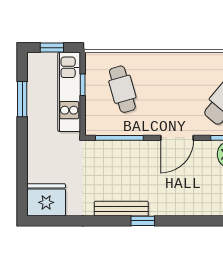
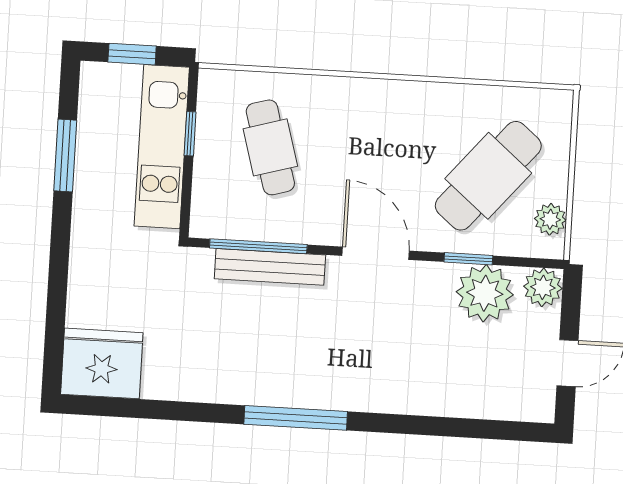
door: (177, 138) -> (376, 253), swing flipped
bench: (121, 209) -> (270, 267), moved
window: (143, 221) -> (296, 418), width x2.17

